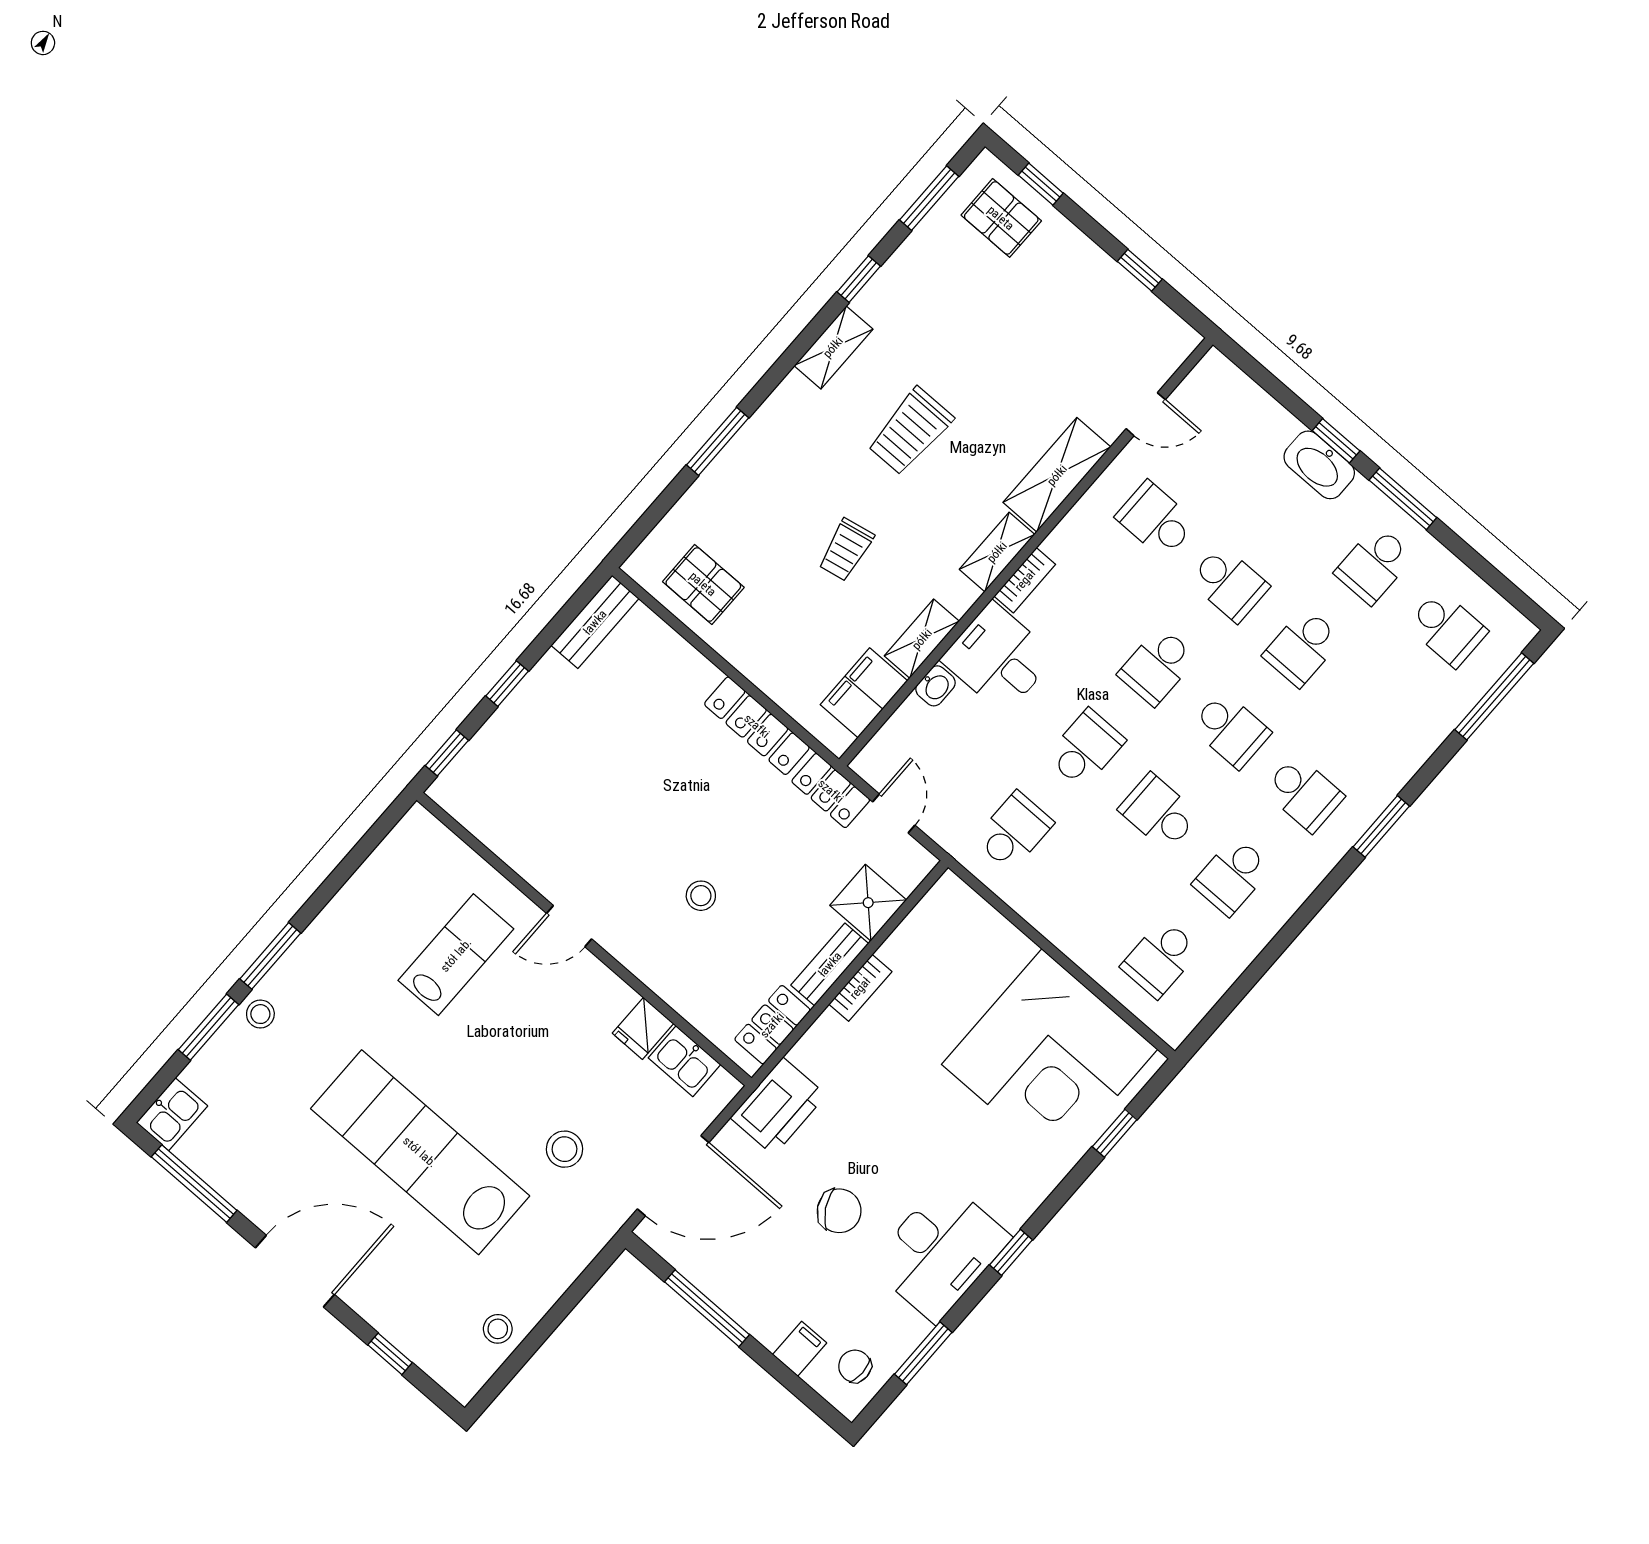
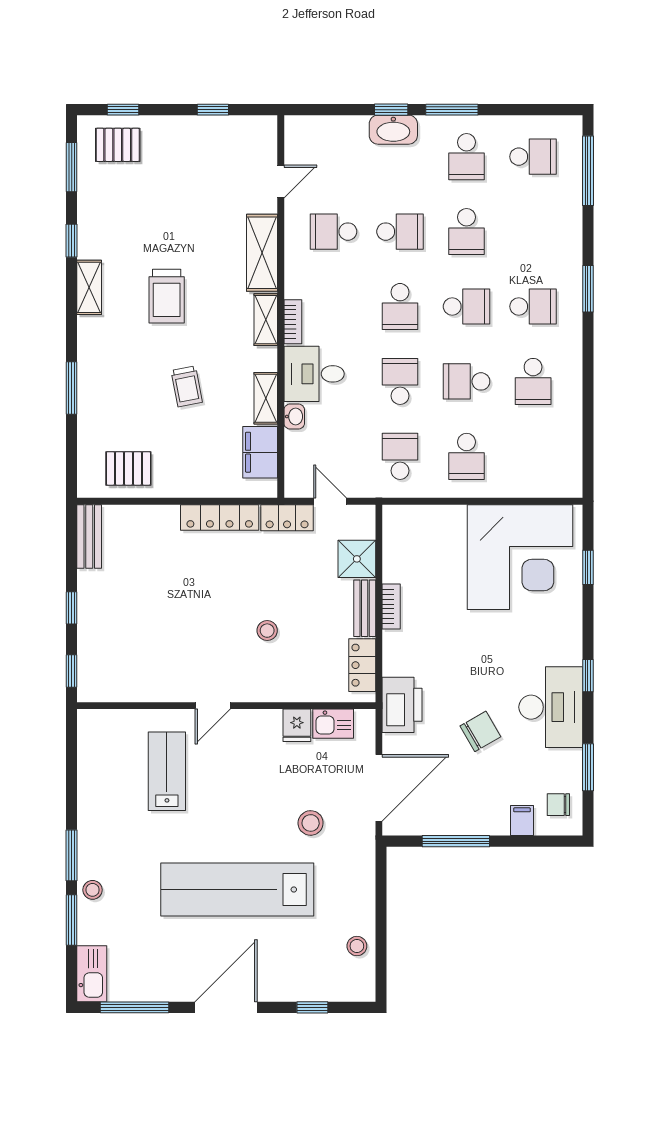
school desk: (1160, 958) -> (467, 456), moved
kitchen sink: (172, 1114) -> (92, 974), width x1.38

